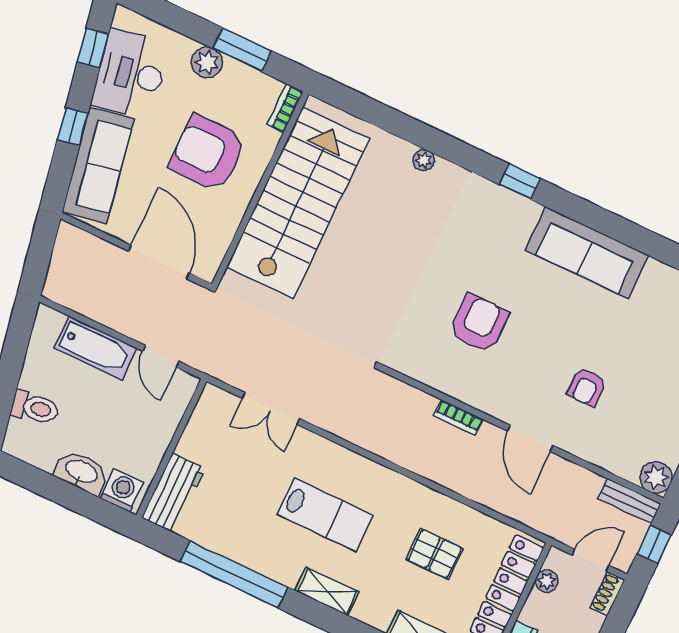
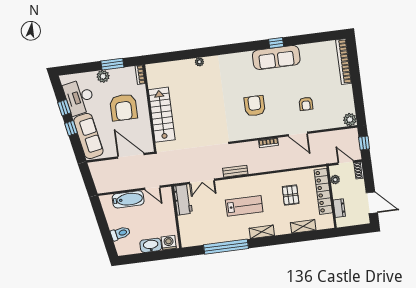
window: (93, 48) -> (64, 108), moved
armchair: (208, 153) -> (123, 107), turned -90
window: (520, 182) -> (276, 43), moved
stairs: (298, 203) -> (162, 115), width x0.73, depth x0.66
workbench: (174, 493) -> (183, 200), moved
bench: (630, 501) -> (235, 171), moved
pallet: (435, 554) -> (291, 195), turned 90
door: (590, 560) -> (346, 163), hinge flipped

